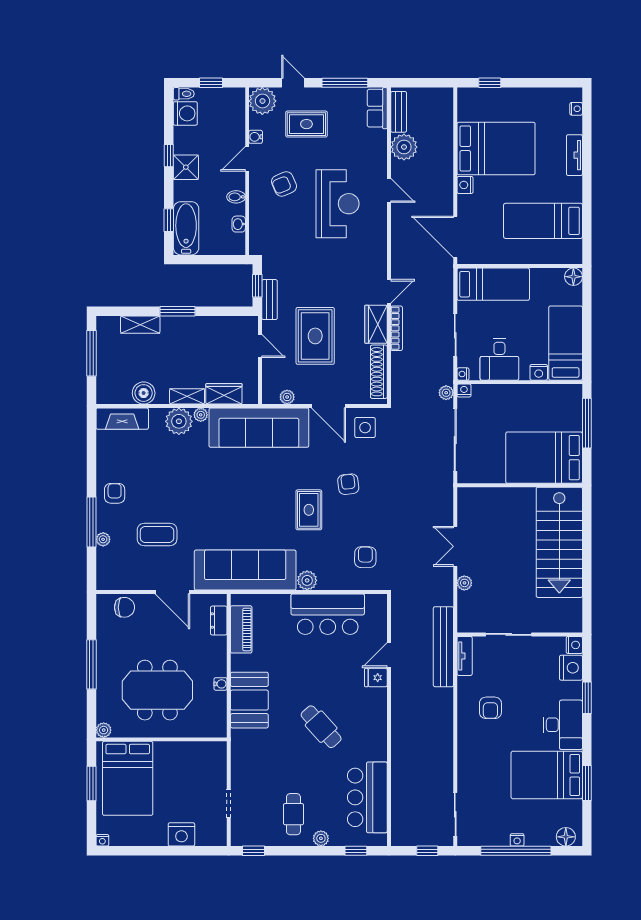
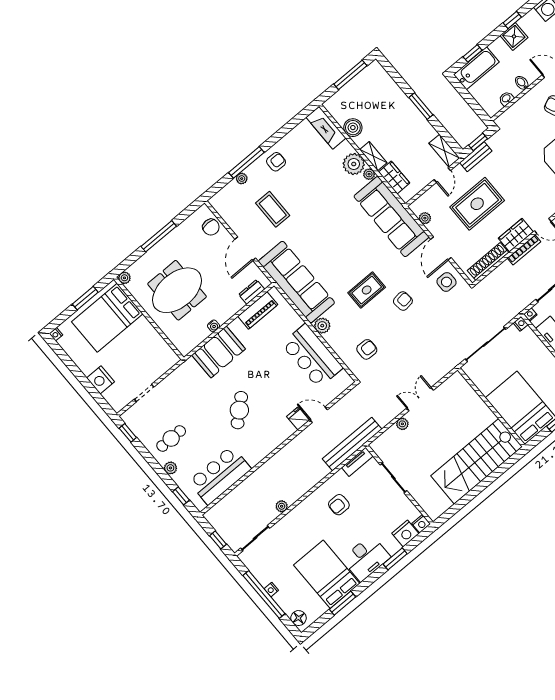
shelving: (140, 325) -> (444, 151), moved
plant: (446, 393) -> (282, 506), moved
meeting table: (157, 690) -> (177, 290), turned 90

